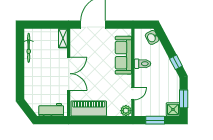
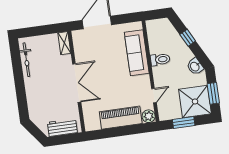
washbasin: (152, 37) -> (195, 66), moved
window: (176, 62) -> (188, 38), moved
piano: (89, 108) -> (121, 118), moved
shower: (173, 109) -> (195, 101), width x1.86, depth x1.86

